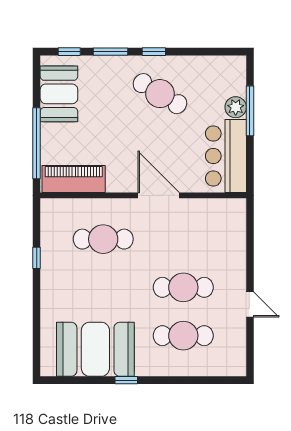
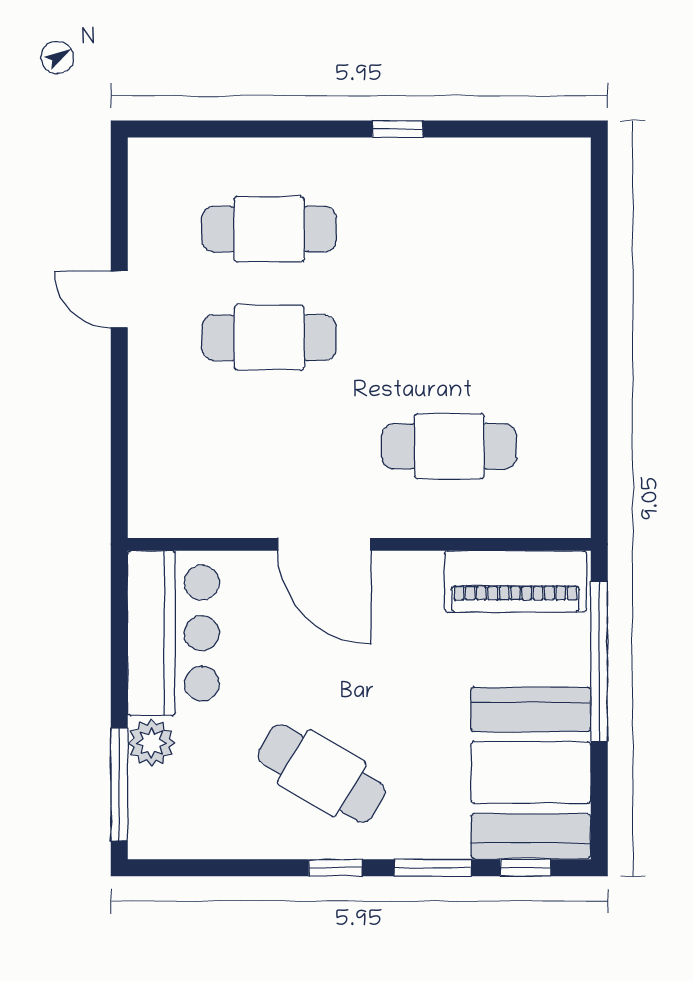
booth: (59, 94) -> (531, 773), width x1.36, depth x1.42
window: (250, 111) -> (119, 785), moved
window: (37, 258) -> (599, 404), removed
booth: (95, 349) -> (467, 199), removed

